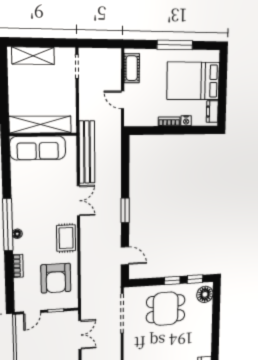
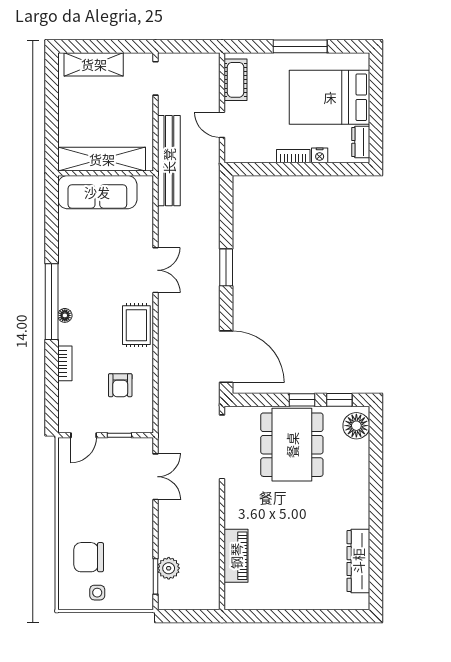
bench: (87, 152) -> (169, 161), moved
window: (125, 210) -> (226, 267), moved
door: (125, 256) -> (226, 357), width x1.87
armchair: (56, 278) -> (120, 385), width x0.53, depth x0.53
dining table: (166, 309) -> (292, 445), width x1.38

